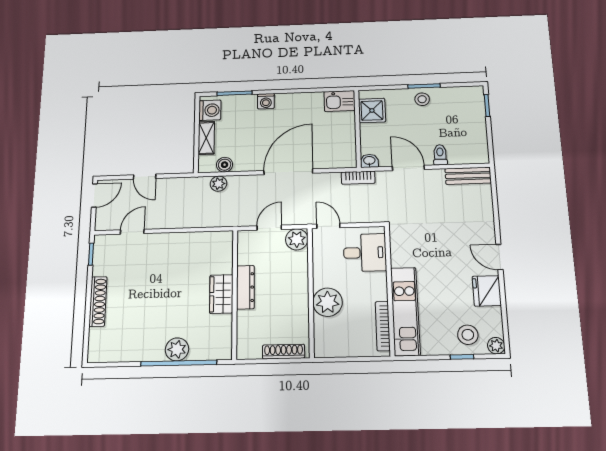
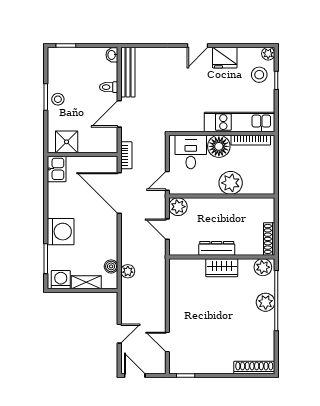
washing machine: (266, 101) -> (61, 232), width x1.89, depth x1.89
washbasin: (369, 161) -> (112, 55), moved
door: (288, 172) -> (119, 193), moved
bench: (468, 176) -> (128, 72), width x1.36
floor lamp: (373, 286) -> (219, 146), added
shoe rack: (98, 301) -> (254, 368), moved
plant: (221, 345) -> (263, 267), added
shoe rack: (284, 352) -> (269, 239), moved

